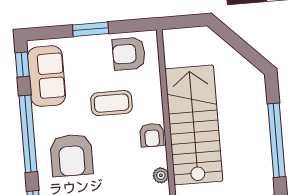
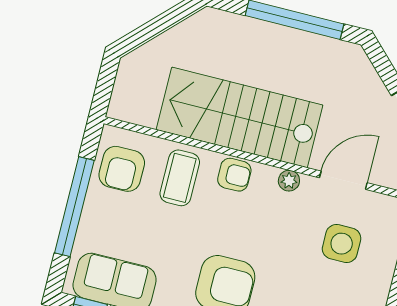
window: (91, 29) -> (74, 207), width x2.11
coffee table: (112, 103) -> (180, 178), moved

